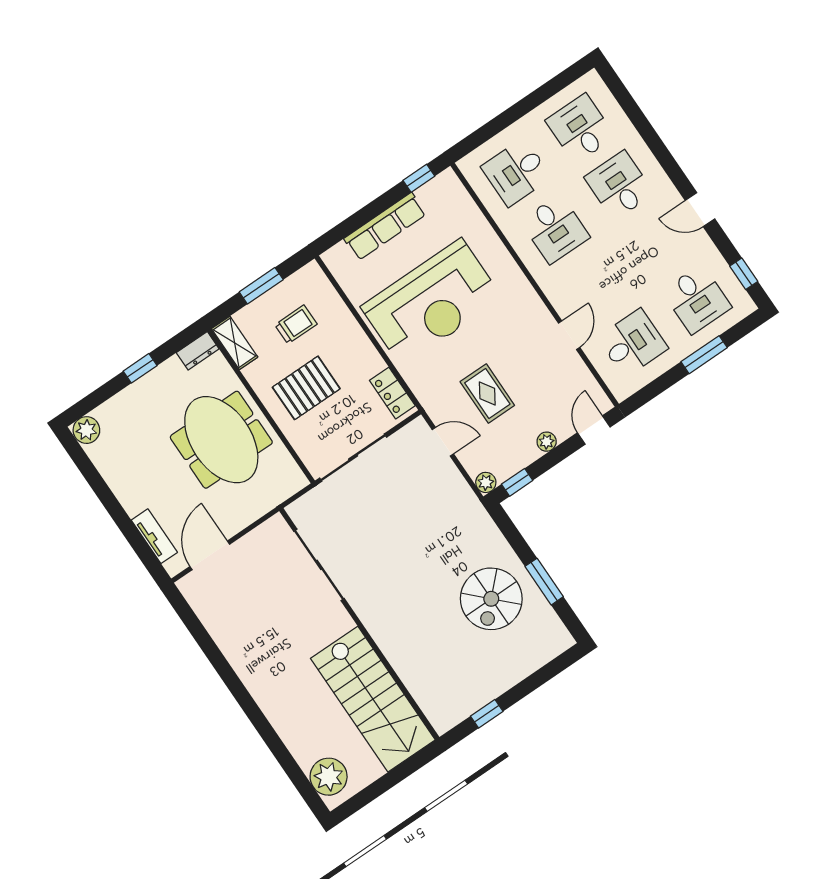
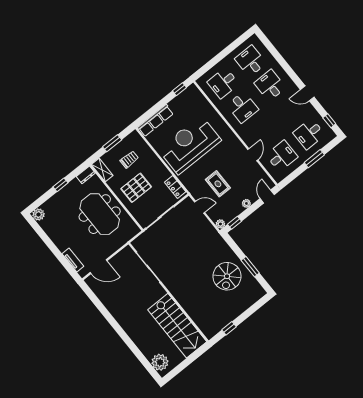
row of seats: (385, 226) -> (155, 121), moved
desk: (697, 299) -> (309, 134), turned 90
reception desk: (432, 302) -> (190, 145), turned 180
door: (210, 555) -> (98, 267), swing flipped

